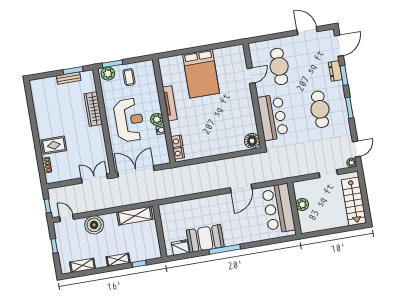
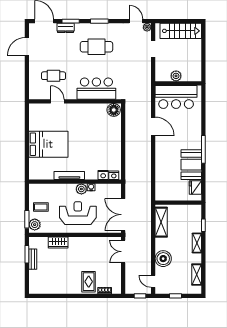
cafe table: (279, 66) -> (53, 76), width x0.73, depth x0.74
wardrobe: (93, 109) -> (58, 242), width x0.67
door: (67, 218) -> (153, 281), hinge flipped

